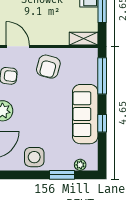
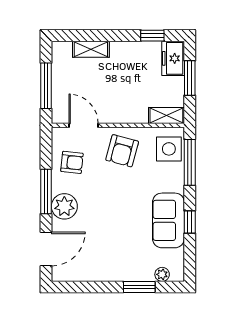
sofa: (85, 114) -> (168, 220), width x0.73
side table: (34, 157) -> (169, 149), moved

